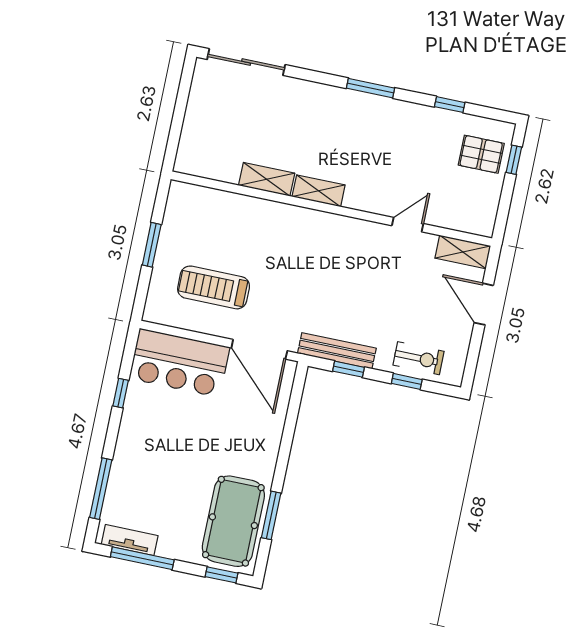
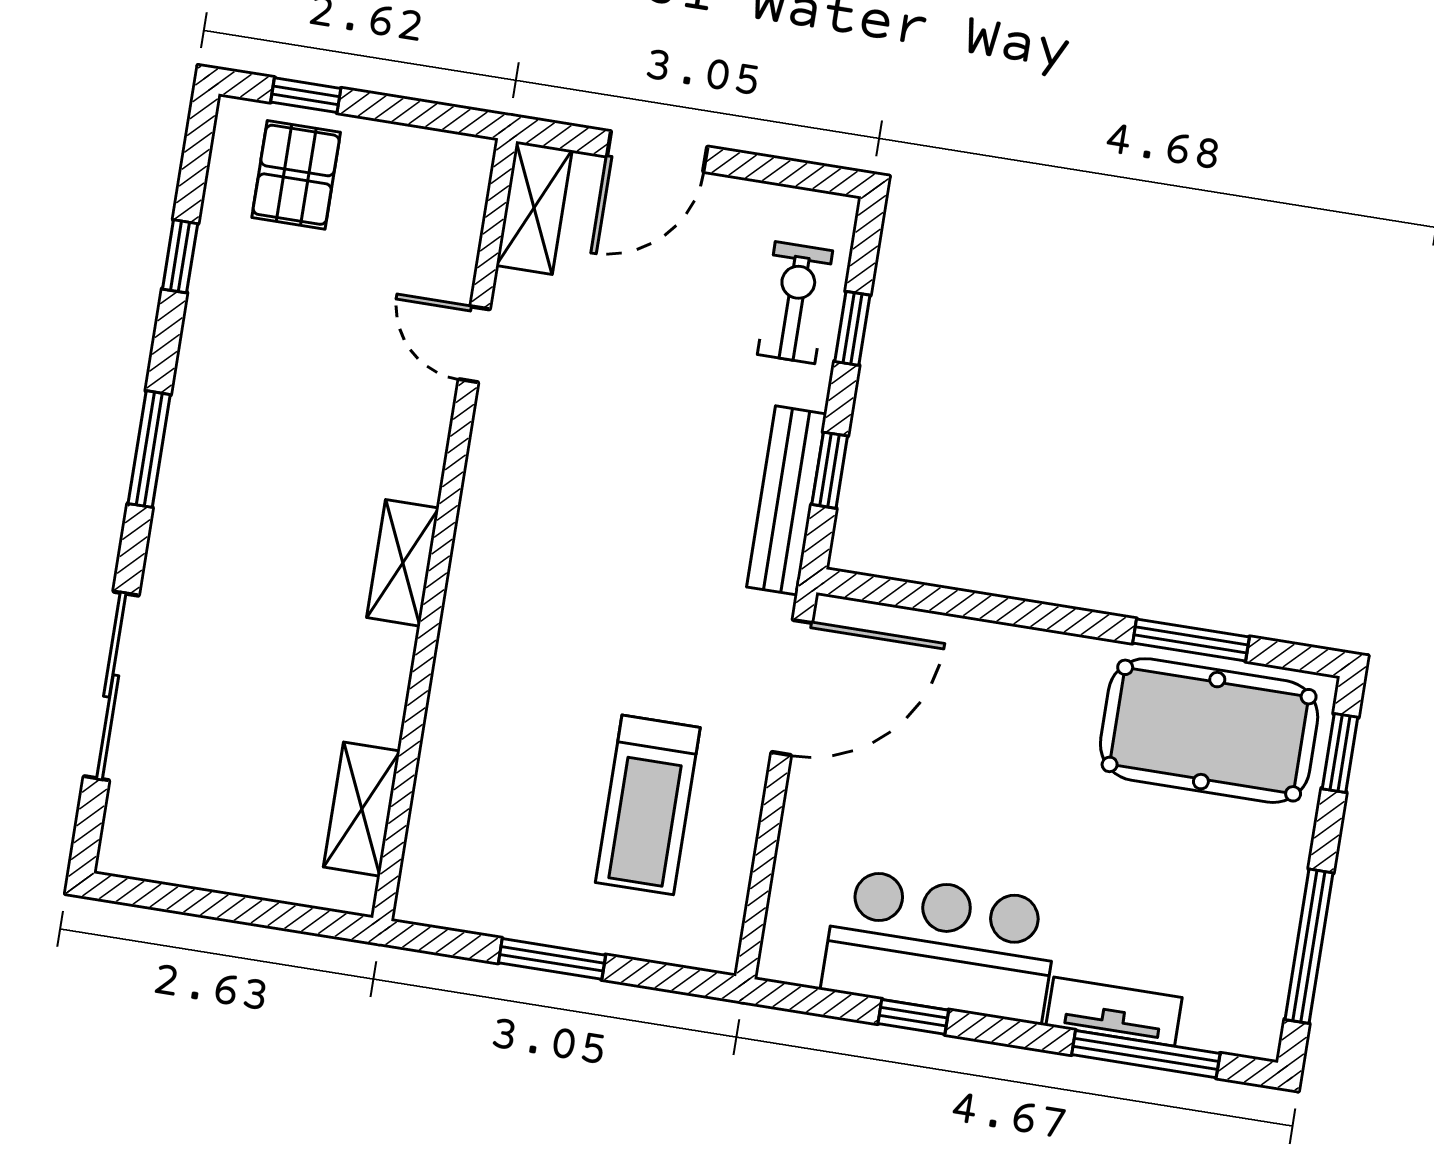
sliding door: (246, 62) -> (111, 686), moved
shelving: (267, 179) -> (362, 809), moved
bar counter: (180, 363) -> (940, 946), moved, turned -90
tv unit: (130, 540) -> (1114, 1012), moved, turned 90

